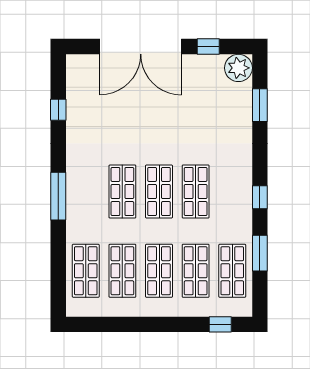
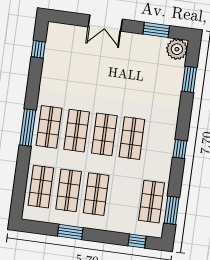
double door: (141, 47) -> (105, 23), width x0.54
window: (208, 47) -> (156, 30), width x1.50
window: (58, 110) -> (38, 49), moved
window: (260, 253) -> (172, 210), moved
shop shelf: (196, 271) -> (49, 127), moved
window: (132, 324) -> (70, 232), added

